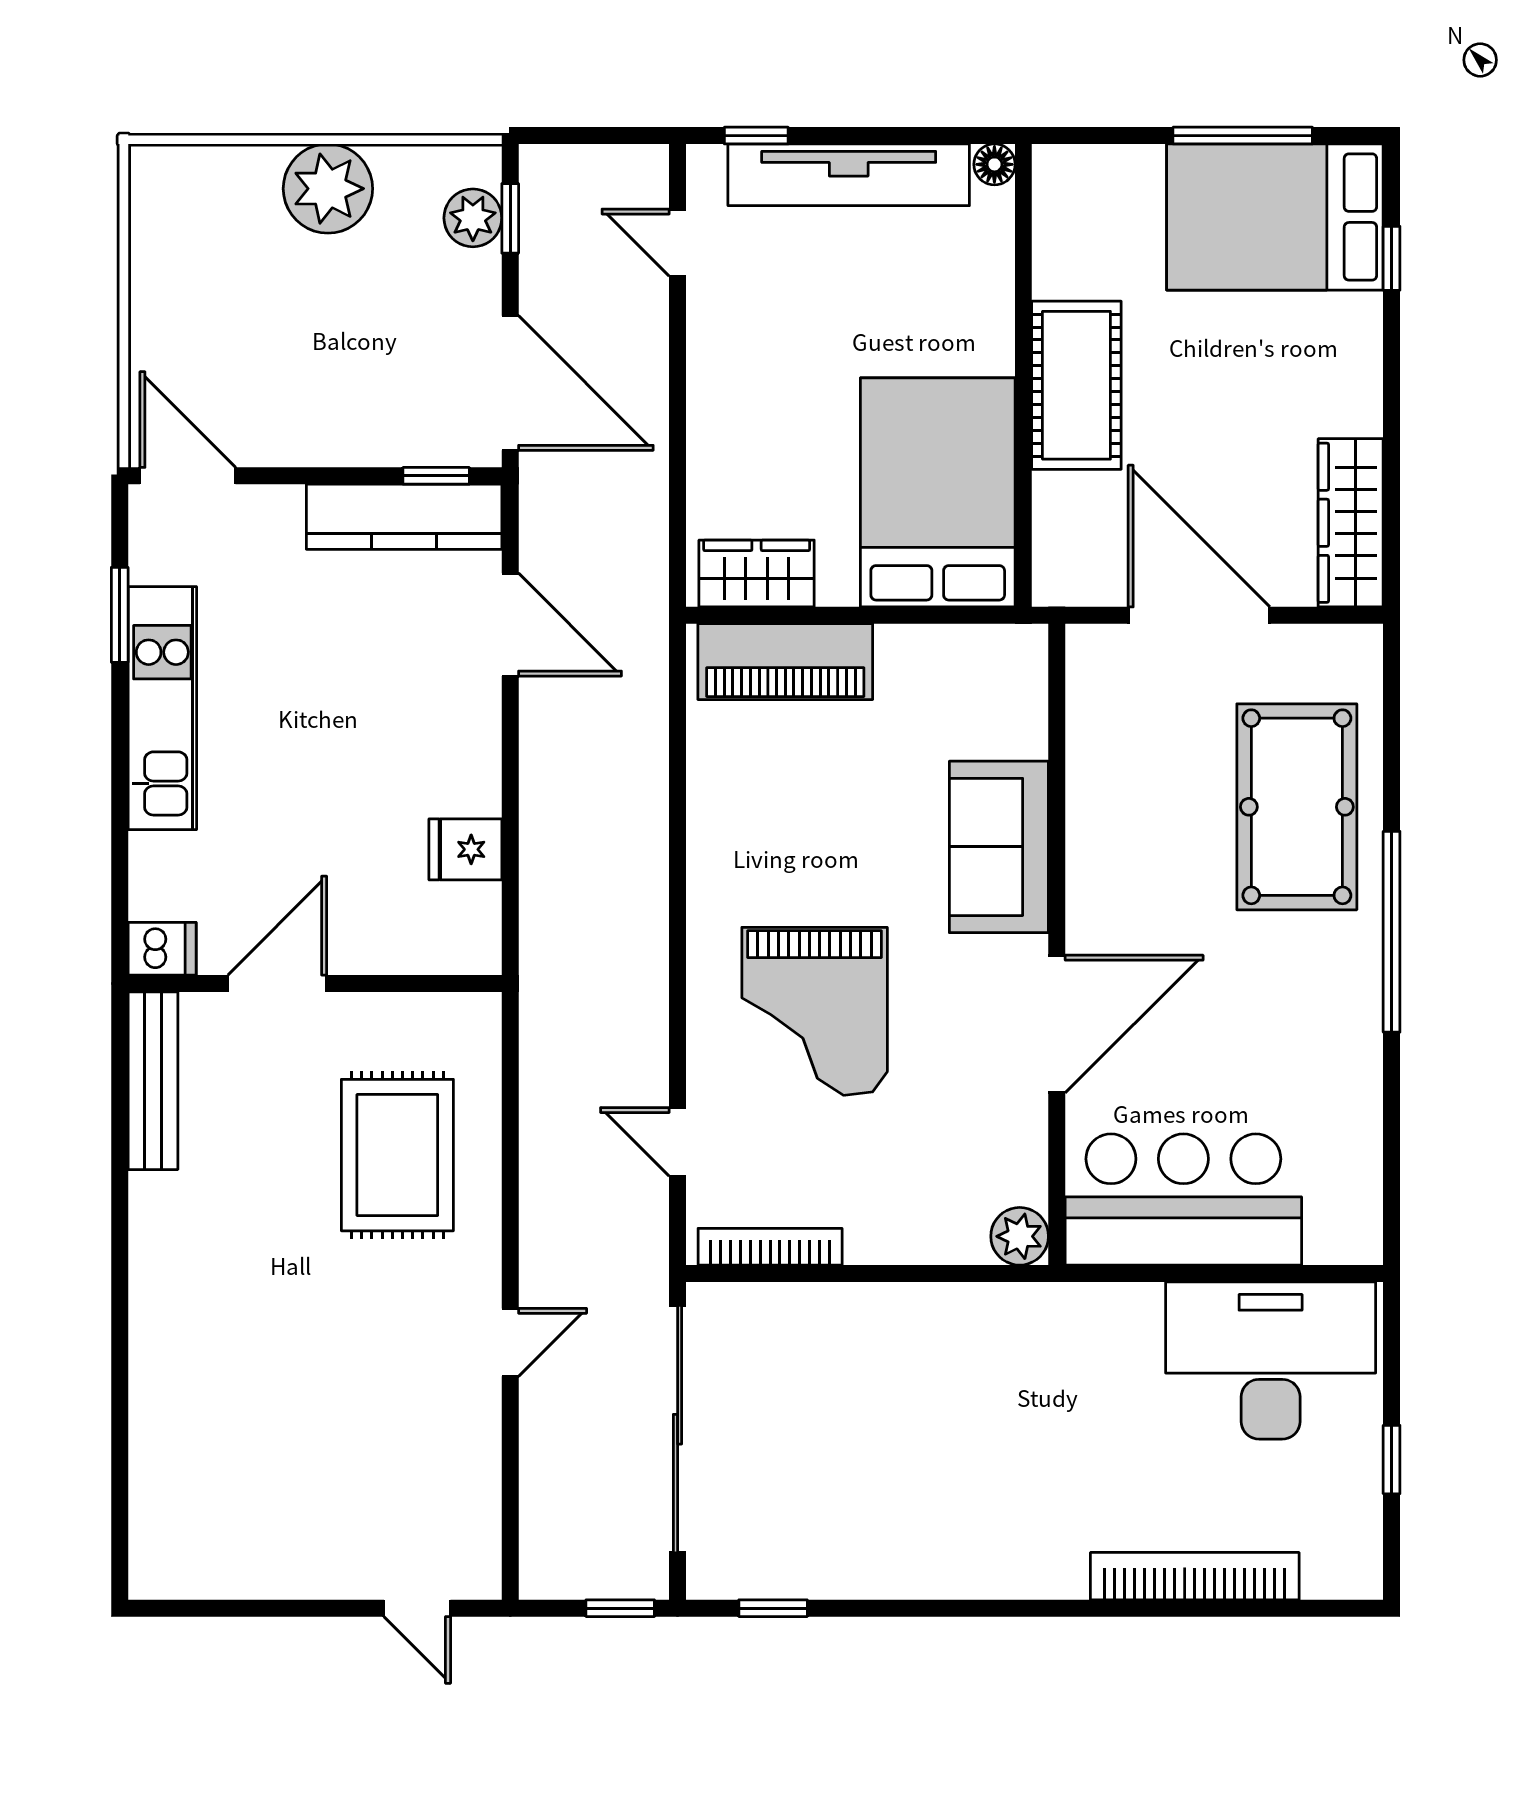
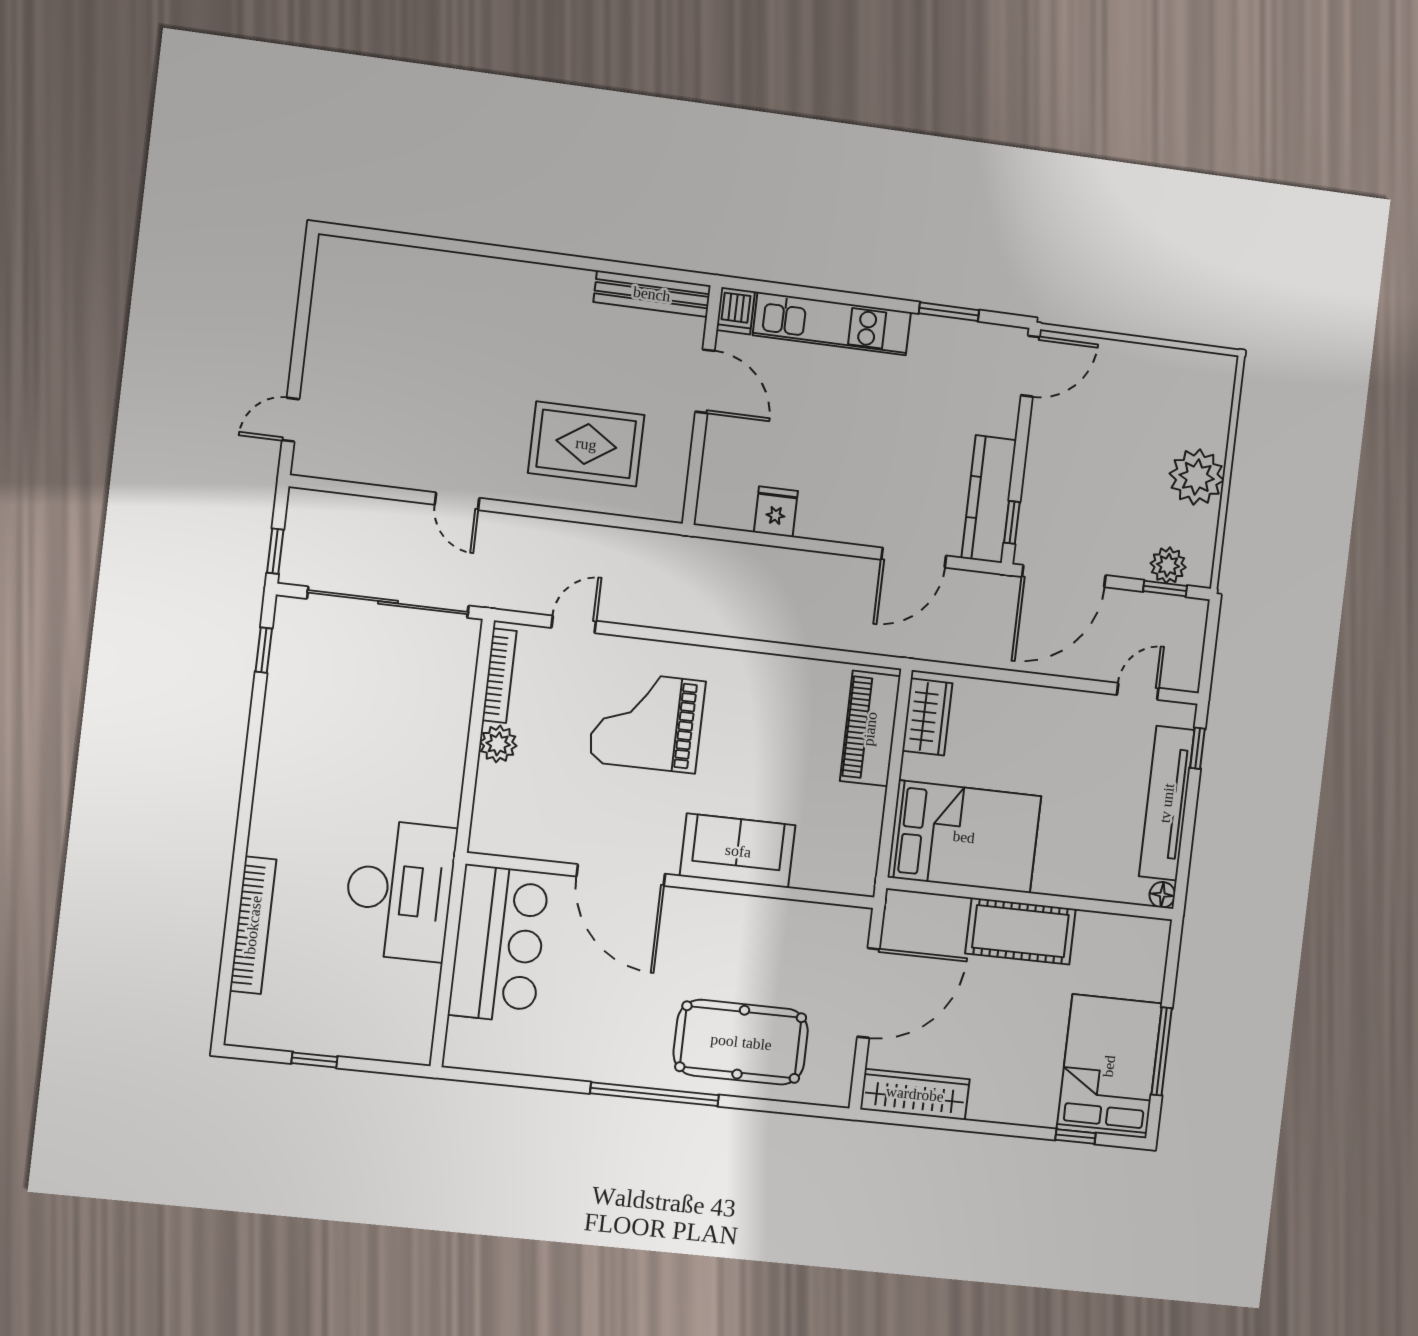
kitchen unit: (162, 708) -> (832, 324), moved
plant: (1020, 1236) -> (498, 744), moved
desk: (1271, 1360) -> (400, 890), moved

